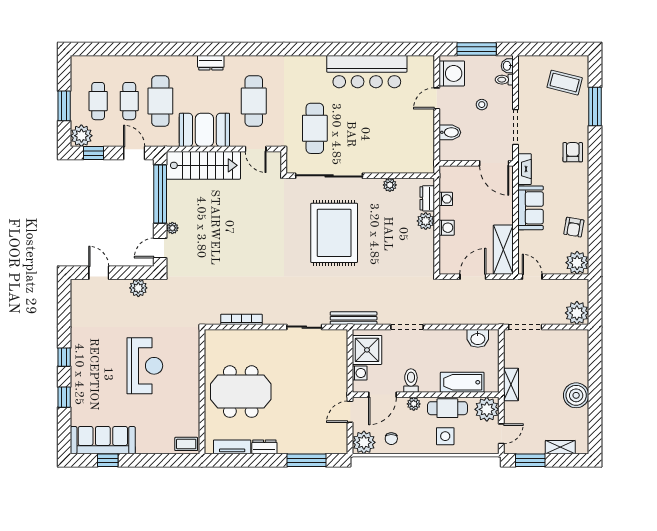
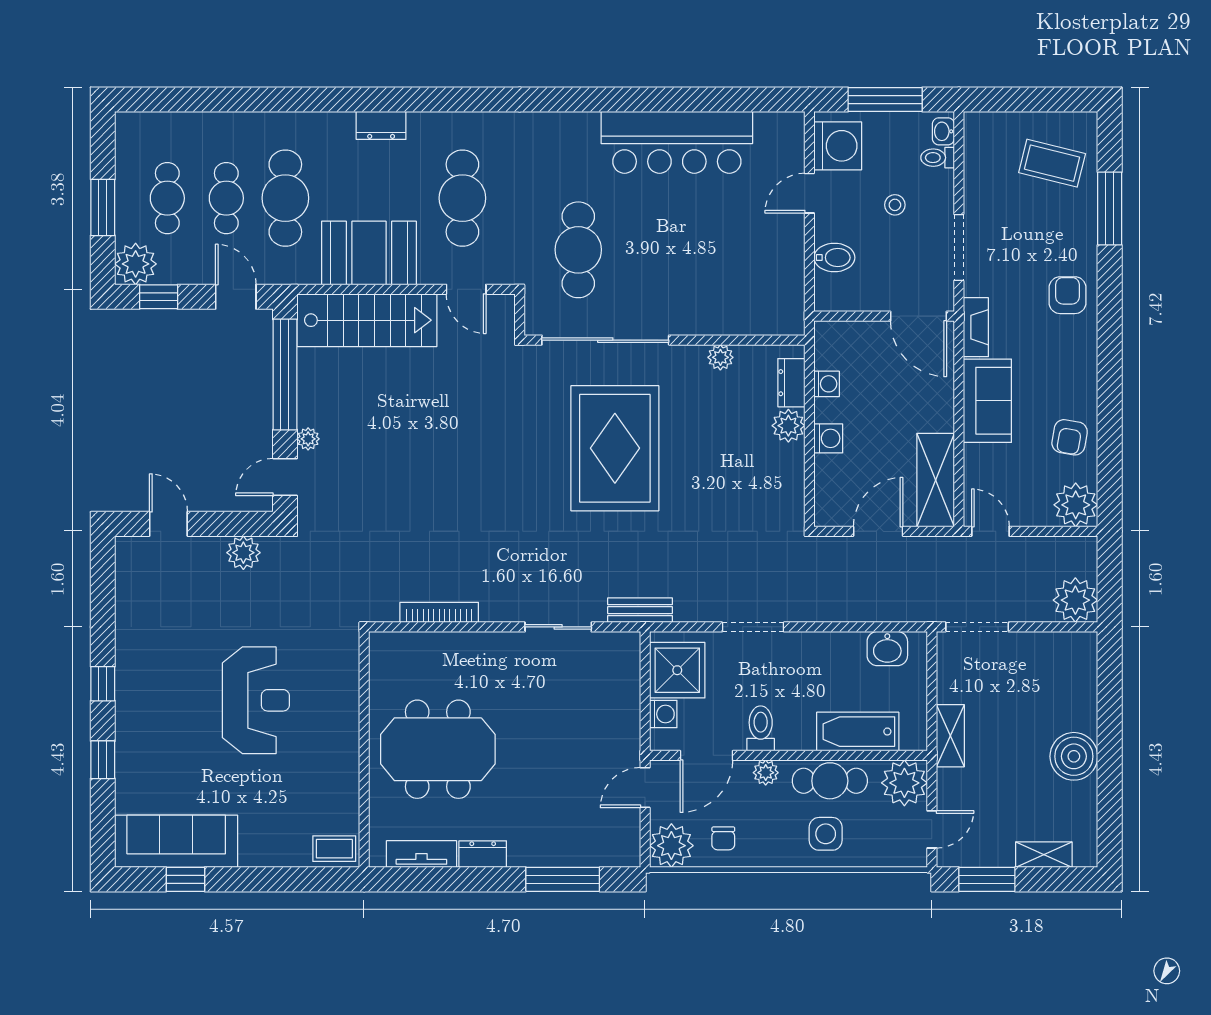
bench: (354, 318) -> (640, 610), width x0.73

